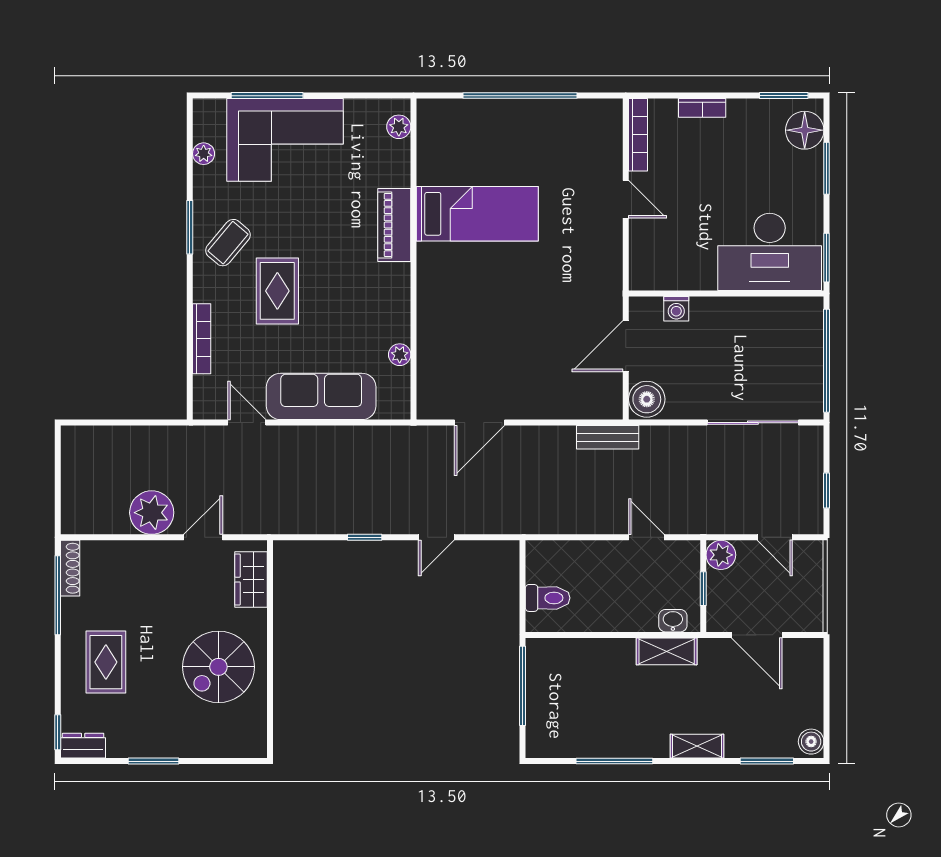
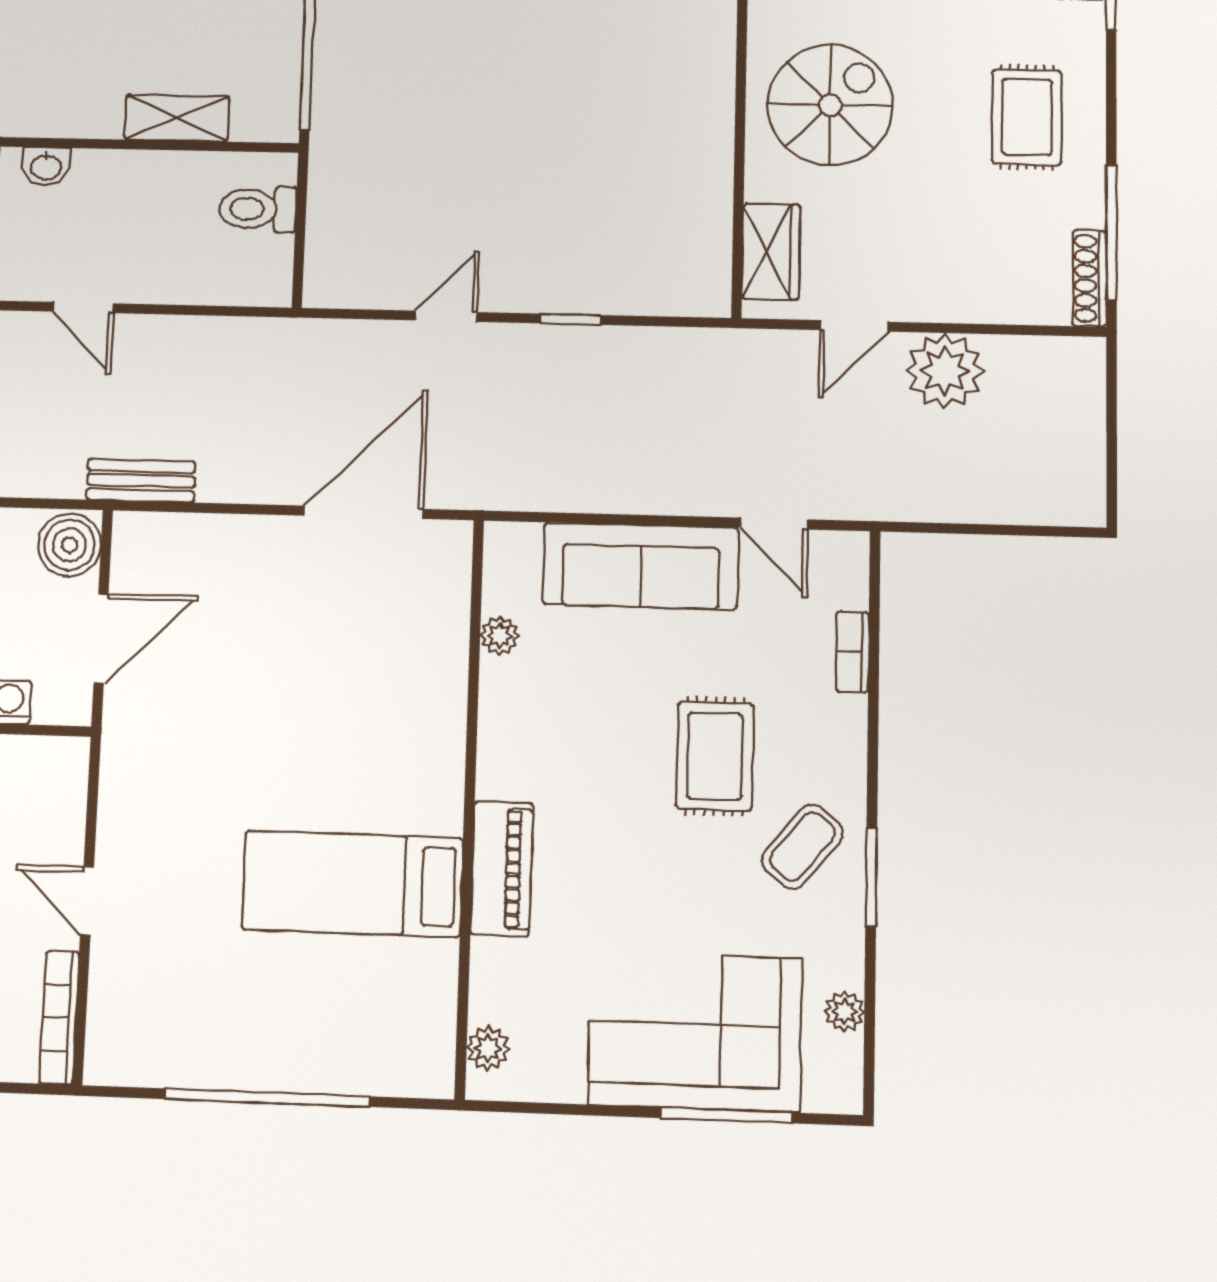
bookcase: (202, 339) -> (853, 652), width x0.64
door: (479, 423) -> (363, 512), width x1.36
shelving: (667, 651) -> (177, 118), moved

